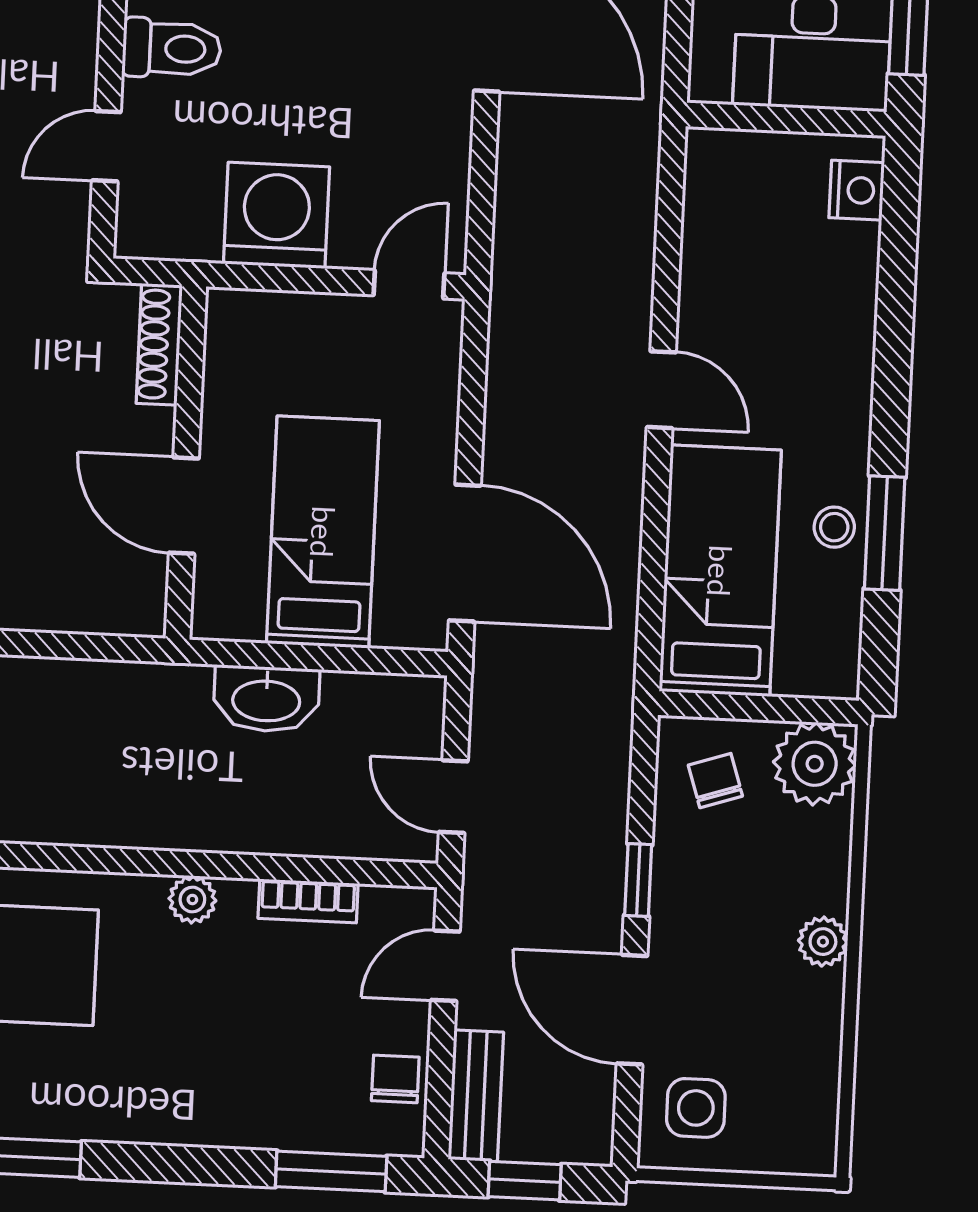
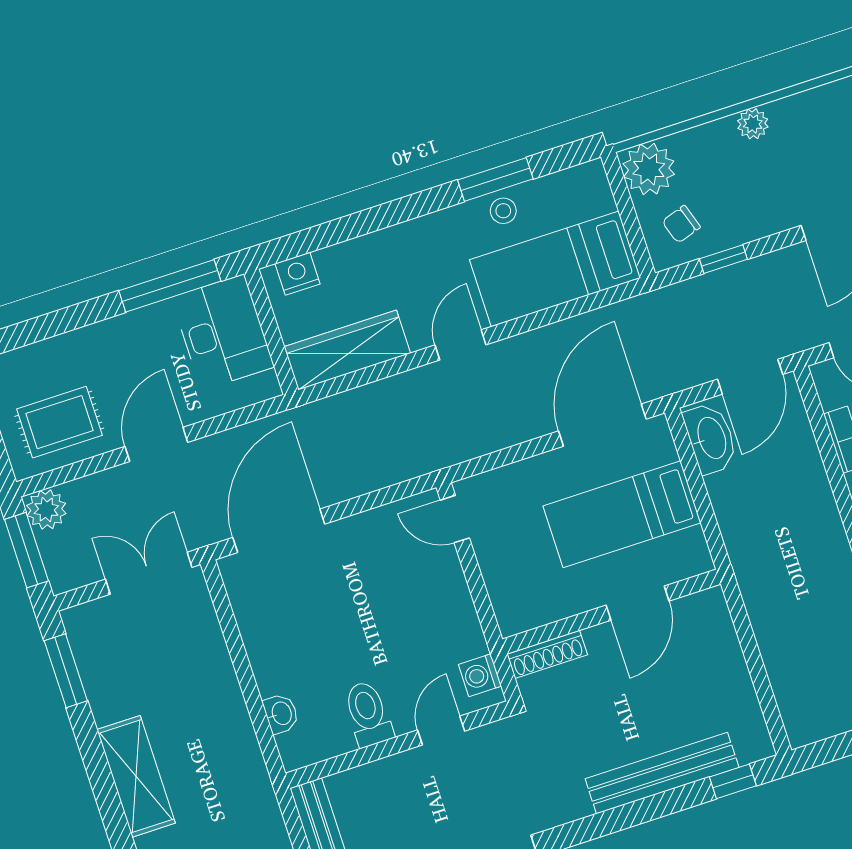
door: (106, 146) -> (441, 731), swing flipped
washing machine: (277, 215) -> (480, 675), moved, width x0.53, depth x0.53
wardrobe: (717, 221) -> (347, 350), added
washbasin: (266, 699) -> (711, 438), moved
door: (453, 797) -> (750, 377), width x1.38
window: (638, 880) -> (723, 259), moved

